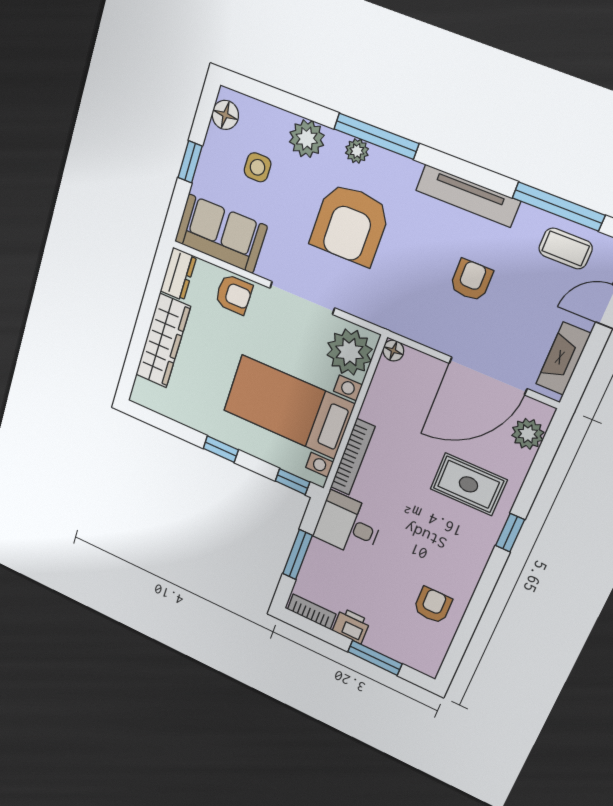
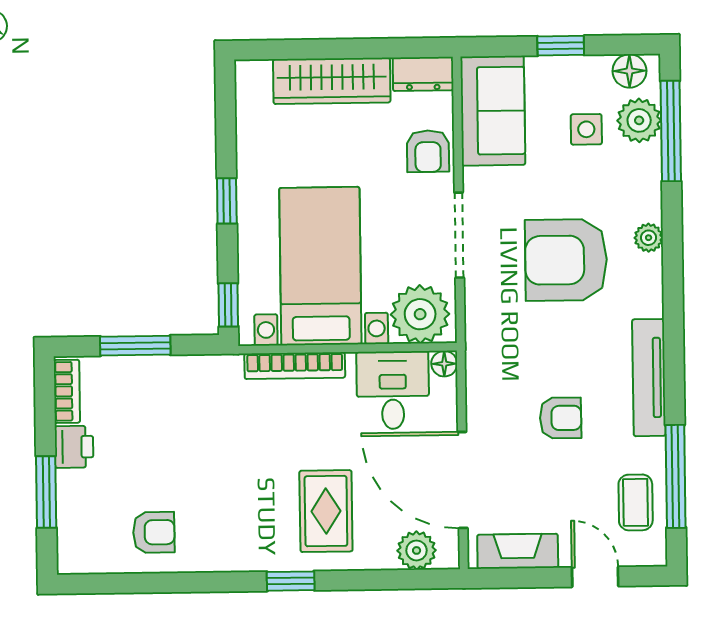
window: (376, 136) -> (671, 131), moved
plant: (307, 139) -> (639, 120), moved
desk: (348, 525) -> (393, 390), moved

